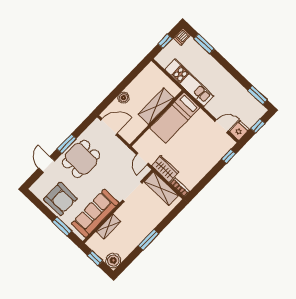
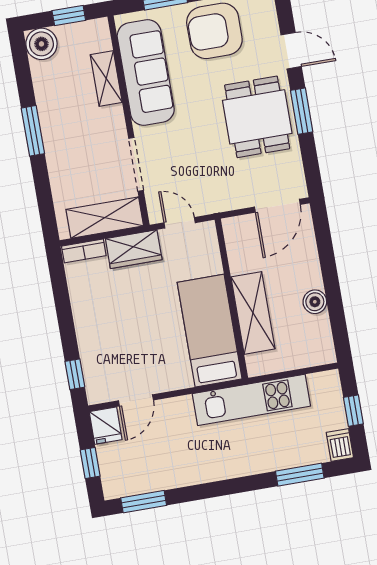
boiler: (123, 98) -> (315, 302), moved

